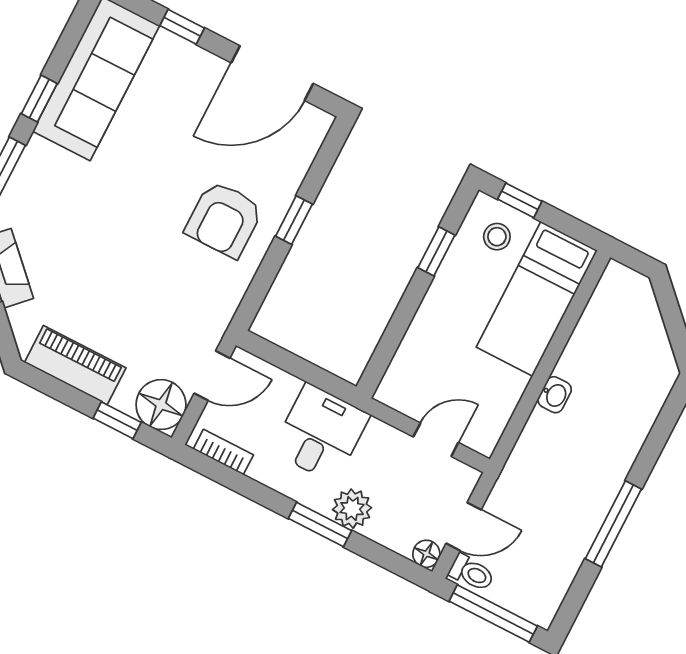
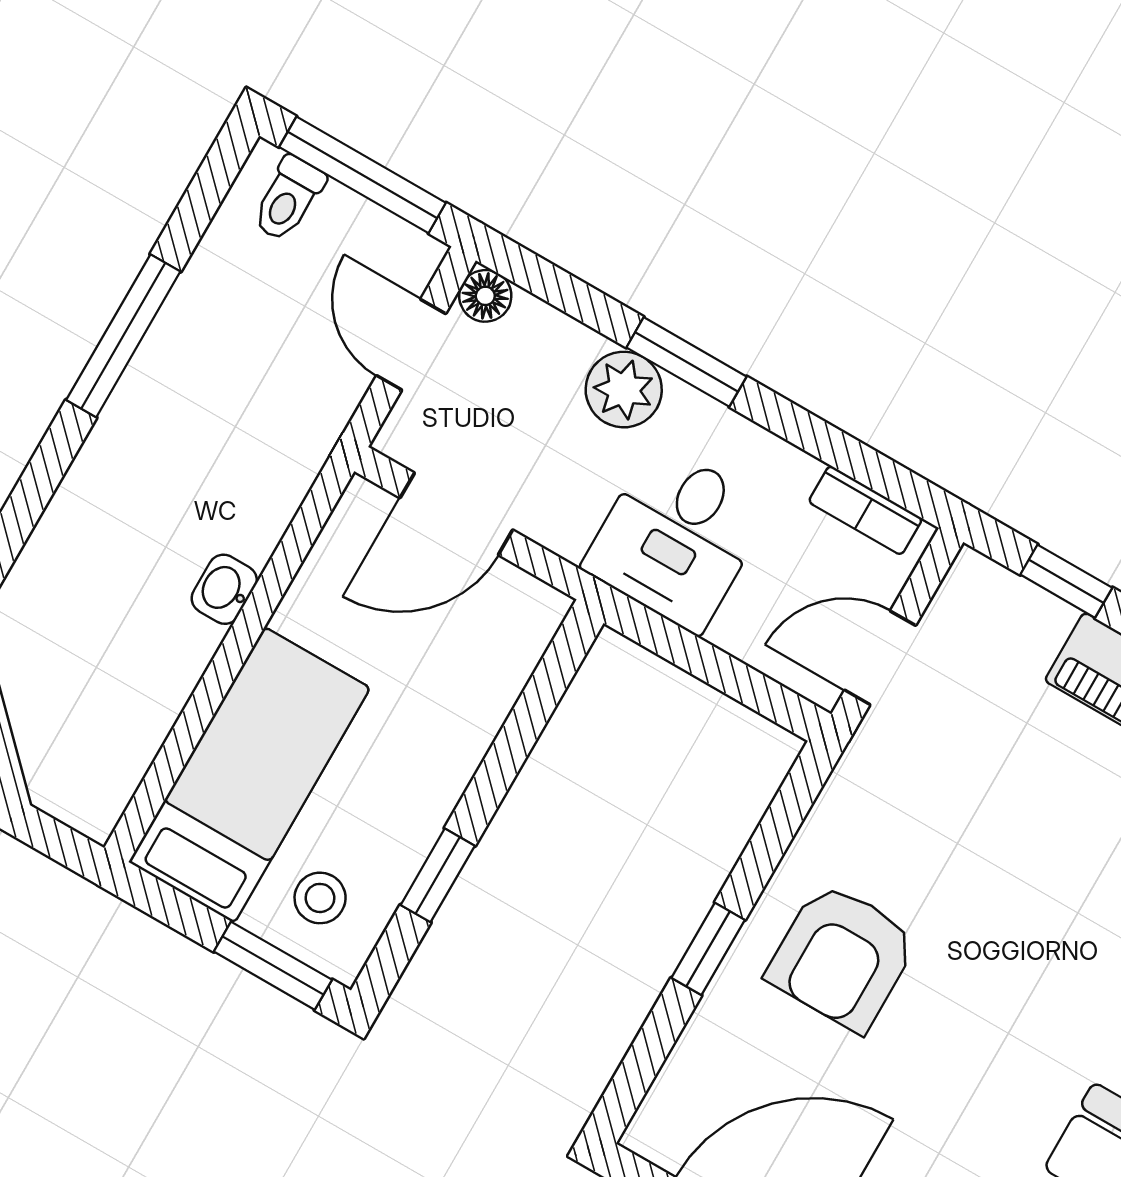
window: (520, 200) -> (273, 966), width x1.50
armchair: (224, 219) -> (842, 957), turned 180
floor lamp: (161, 405) -> (981, 607), removed
door: (436, 440) -> (456, 514), width x1.37
door: (464, 527) -> (411, 345), hinge flipped
toilet: (472, 573) -> (288, 199), moved, turned -90

